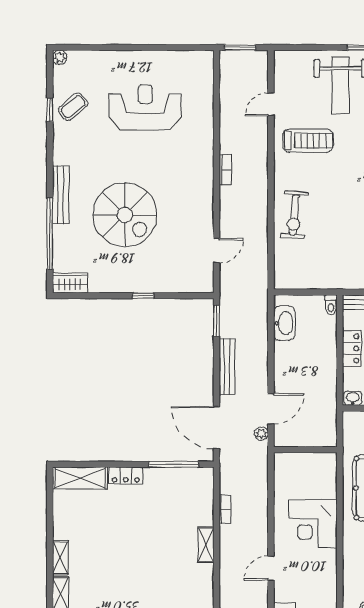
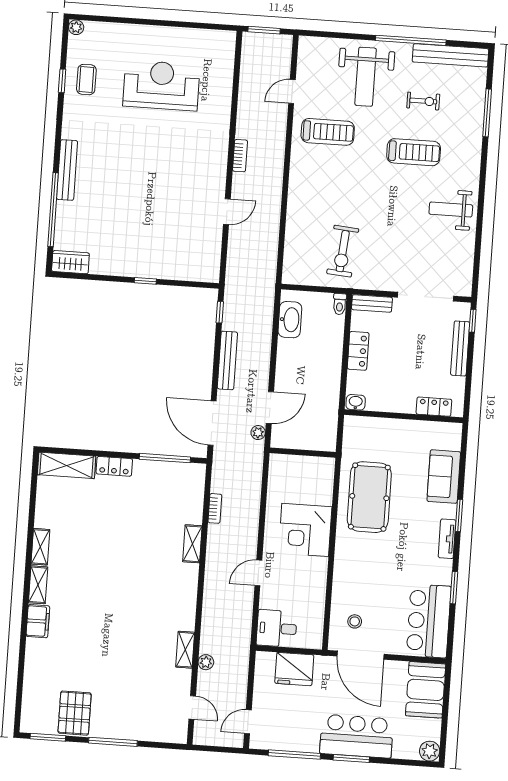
coffee table: (73, 107) -> (86, 80), turned -50
spiral stairs: (125, 215) -> (132, 196), removed
exercise bike: (294, 215) -> (343, 251), moved
door: (217, 251) -> (227, 212), moved
window: (217, 321) -> (220, 312), width x0.67

